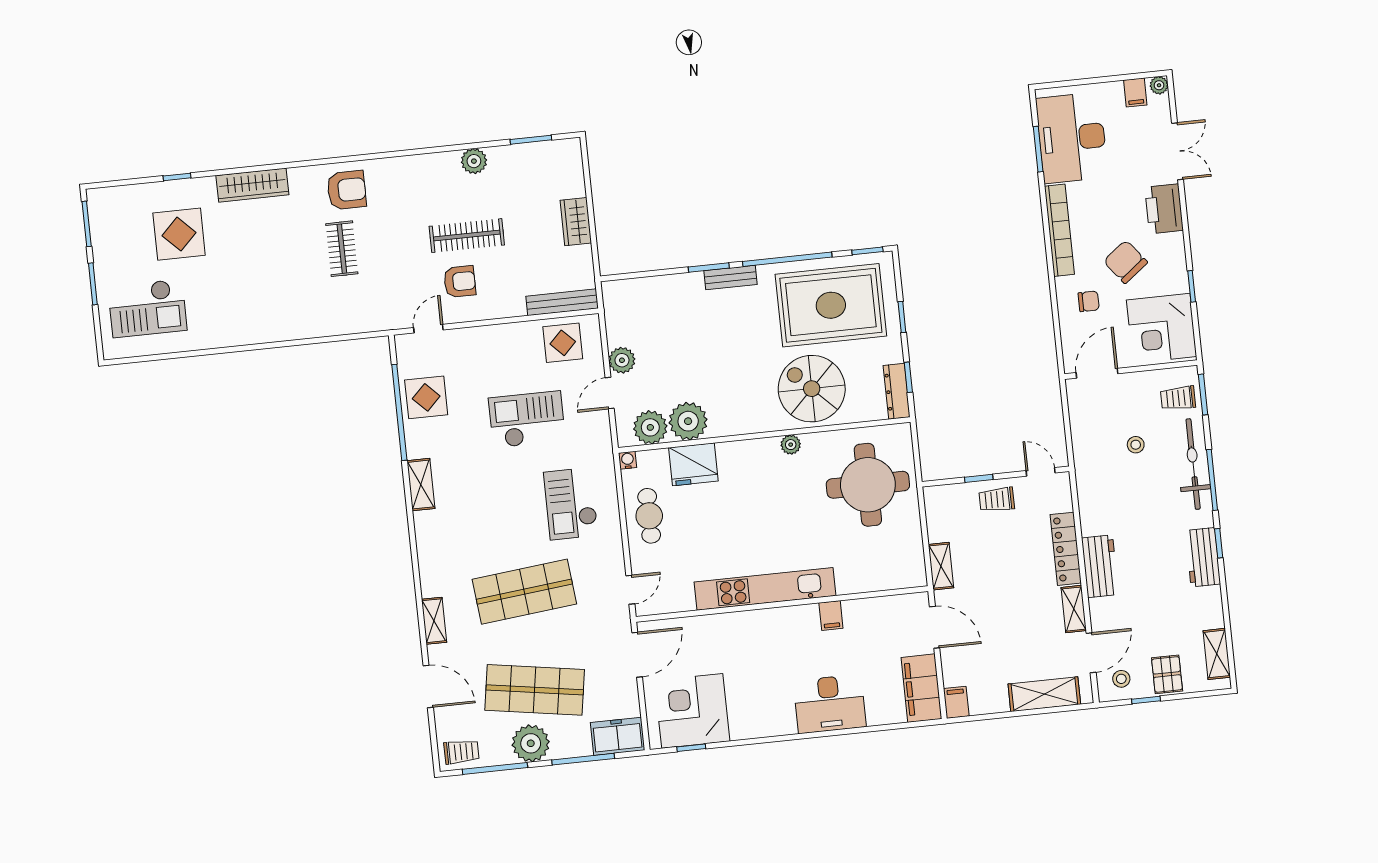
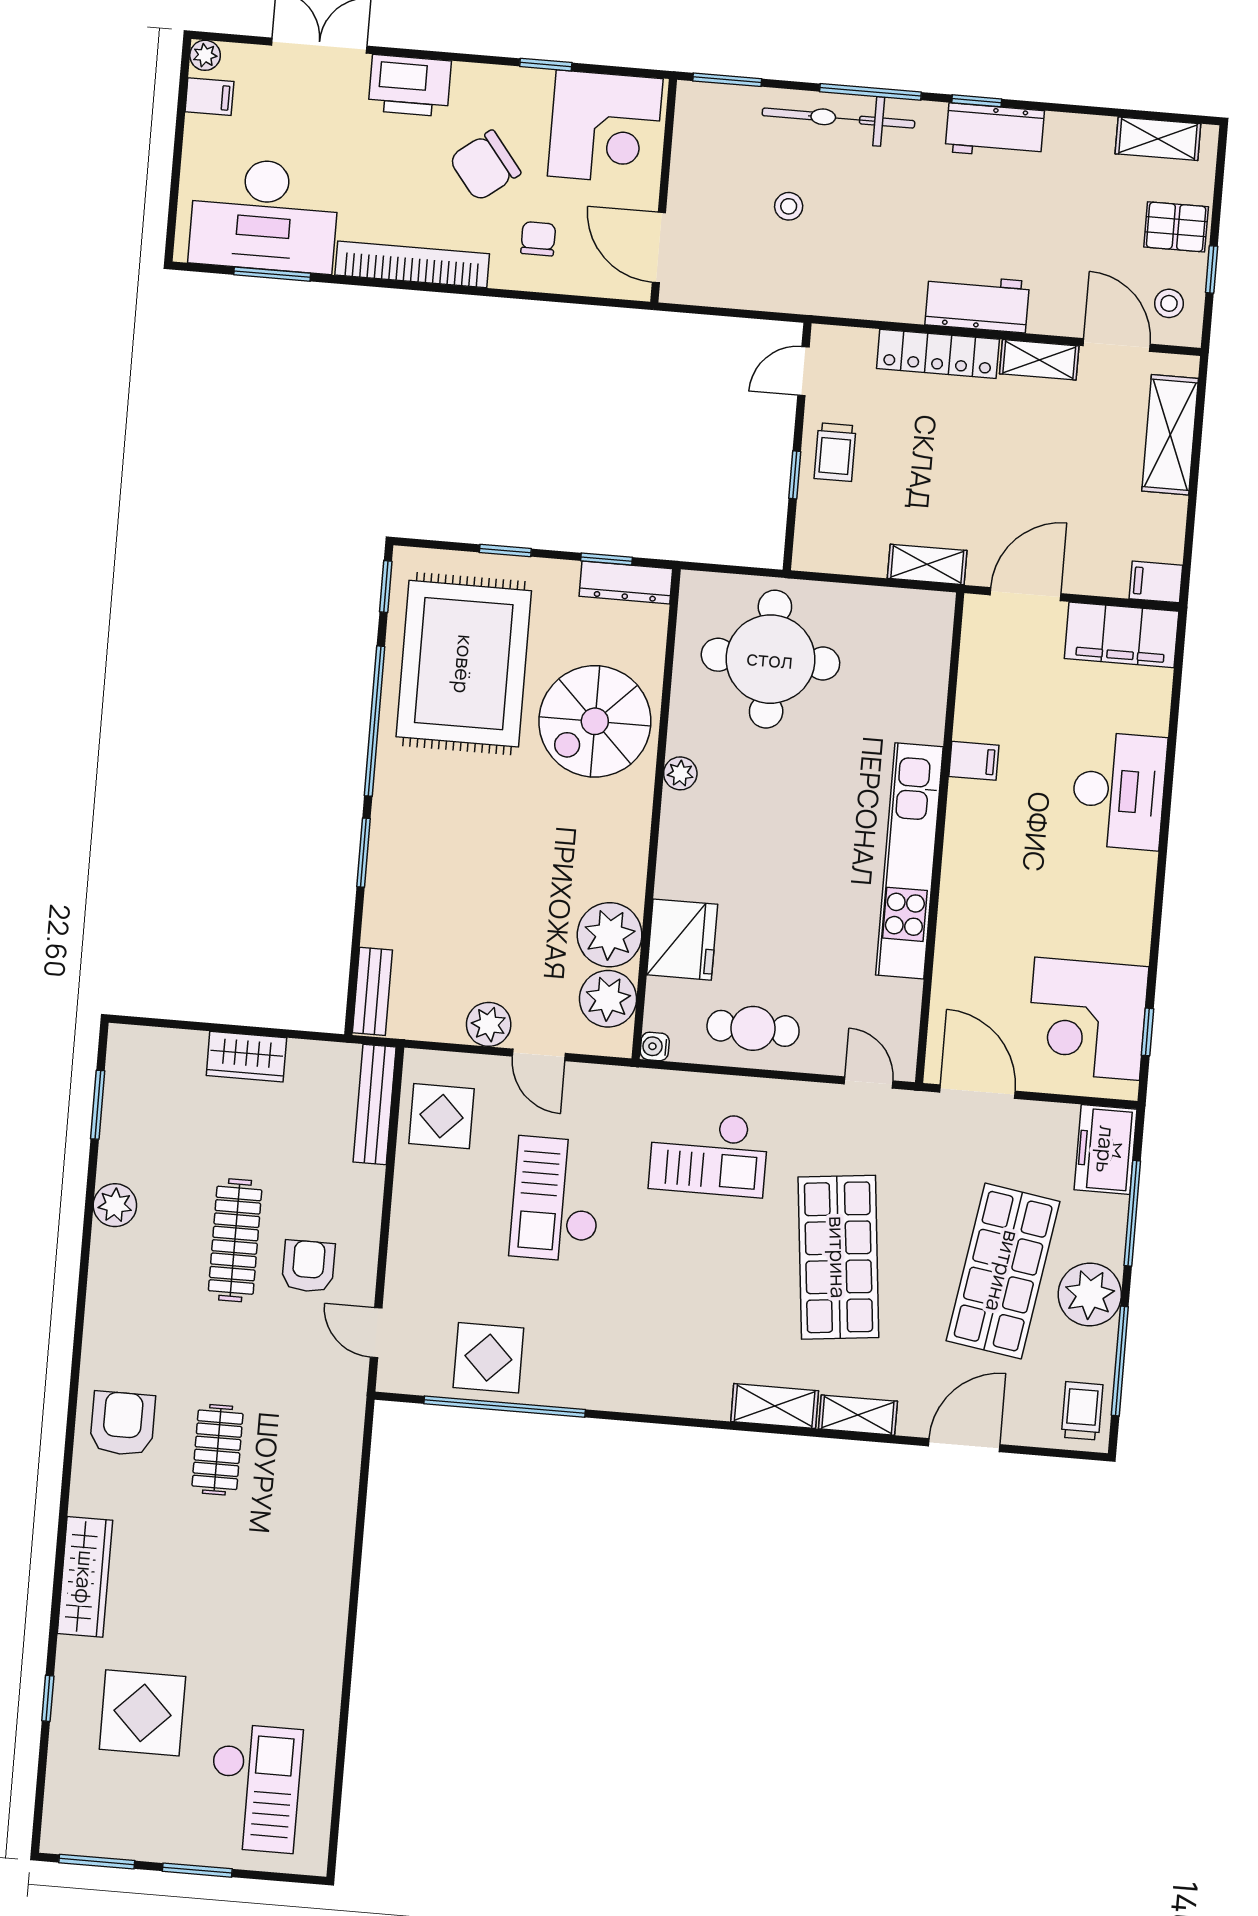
clothes rail: (342, 249) -> (217, 1450), turned 90
bench: (730, 278) -> (372, 991), moved
trolley: (1178, 398) -> (725, 122), removed
shelving: (421, 485) -> (775, 1406), moved

